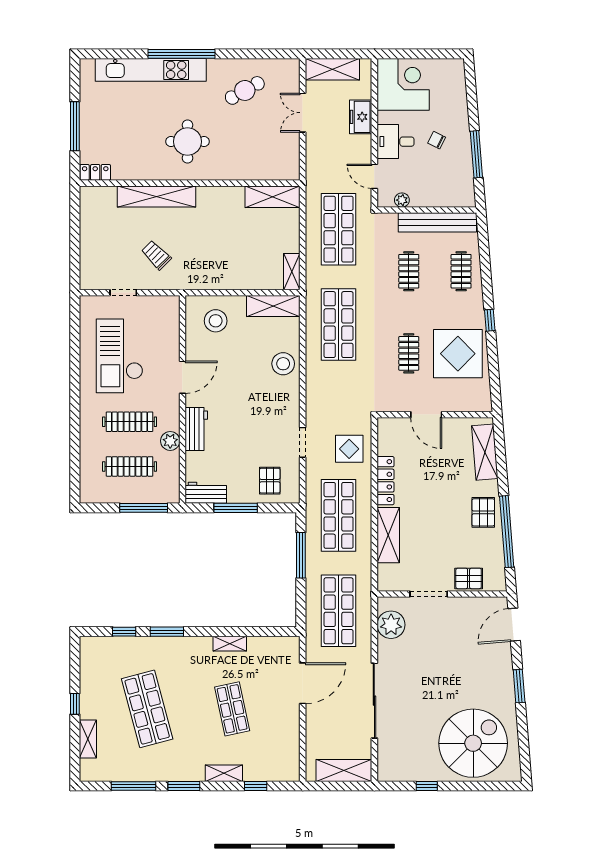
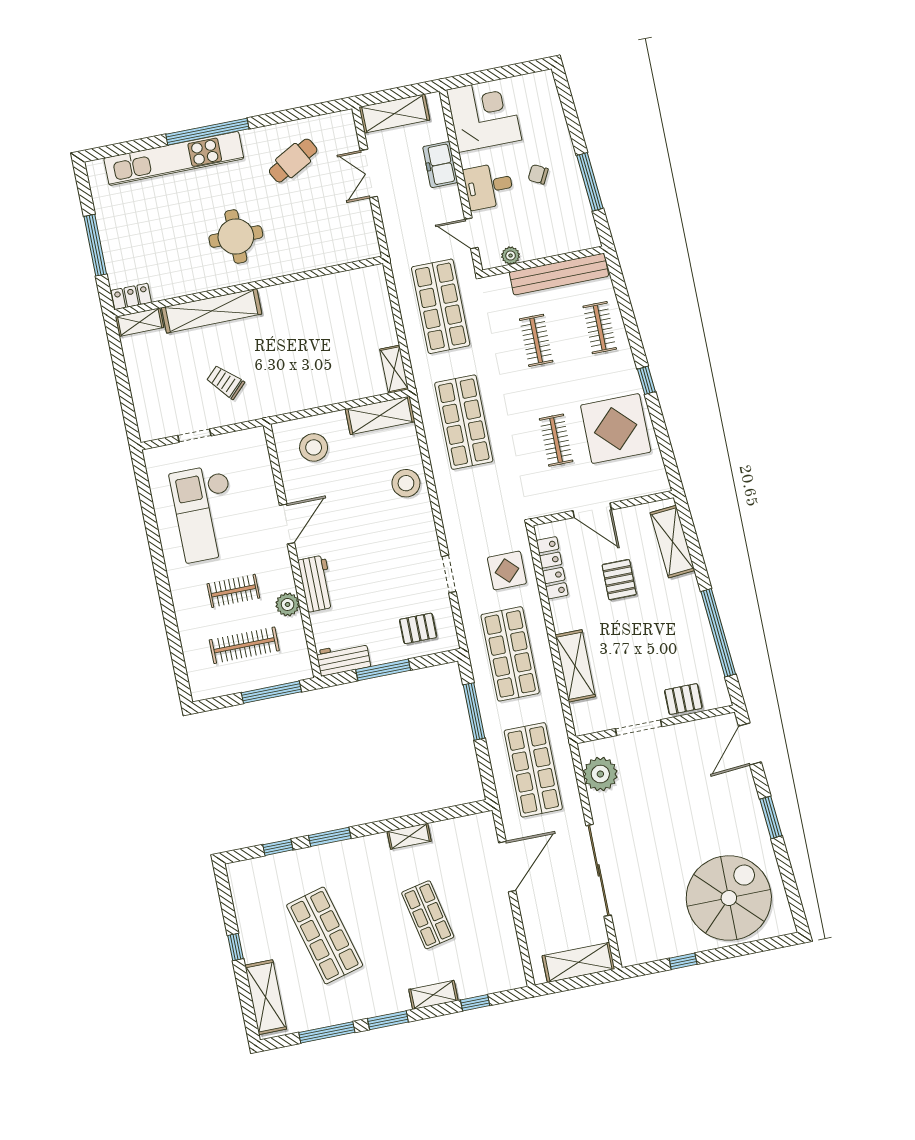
shelving: (273, 197) -> (140, 322), moved, width x0.67, depth x0.75
clothes rail: (130, 422) -> (233, 591), width x0.73
pallet: (270, 481) -> (418, 628), turned 90
locker: (385, 481) -> (552, 568), moved
pallet: (483, 512) -> (619, 580), moved
shelving: (88, 739) -> (266, 997), width x1.50, depth x1.33

